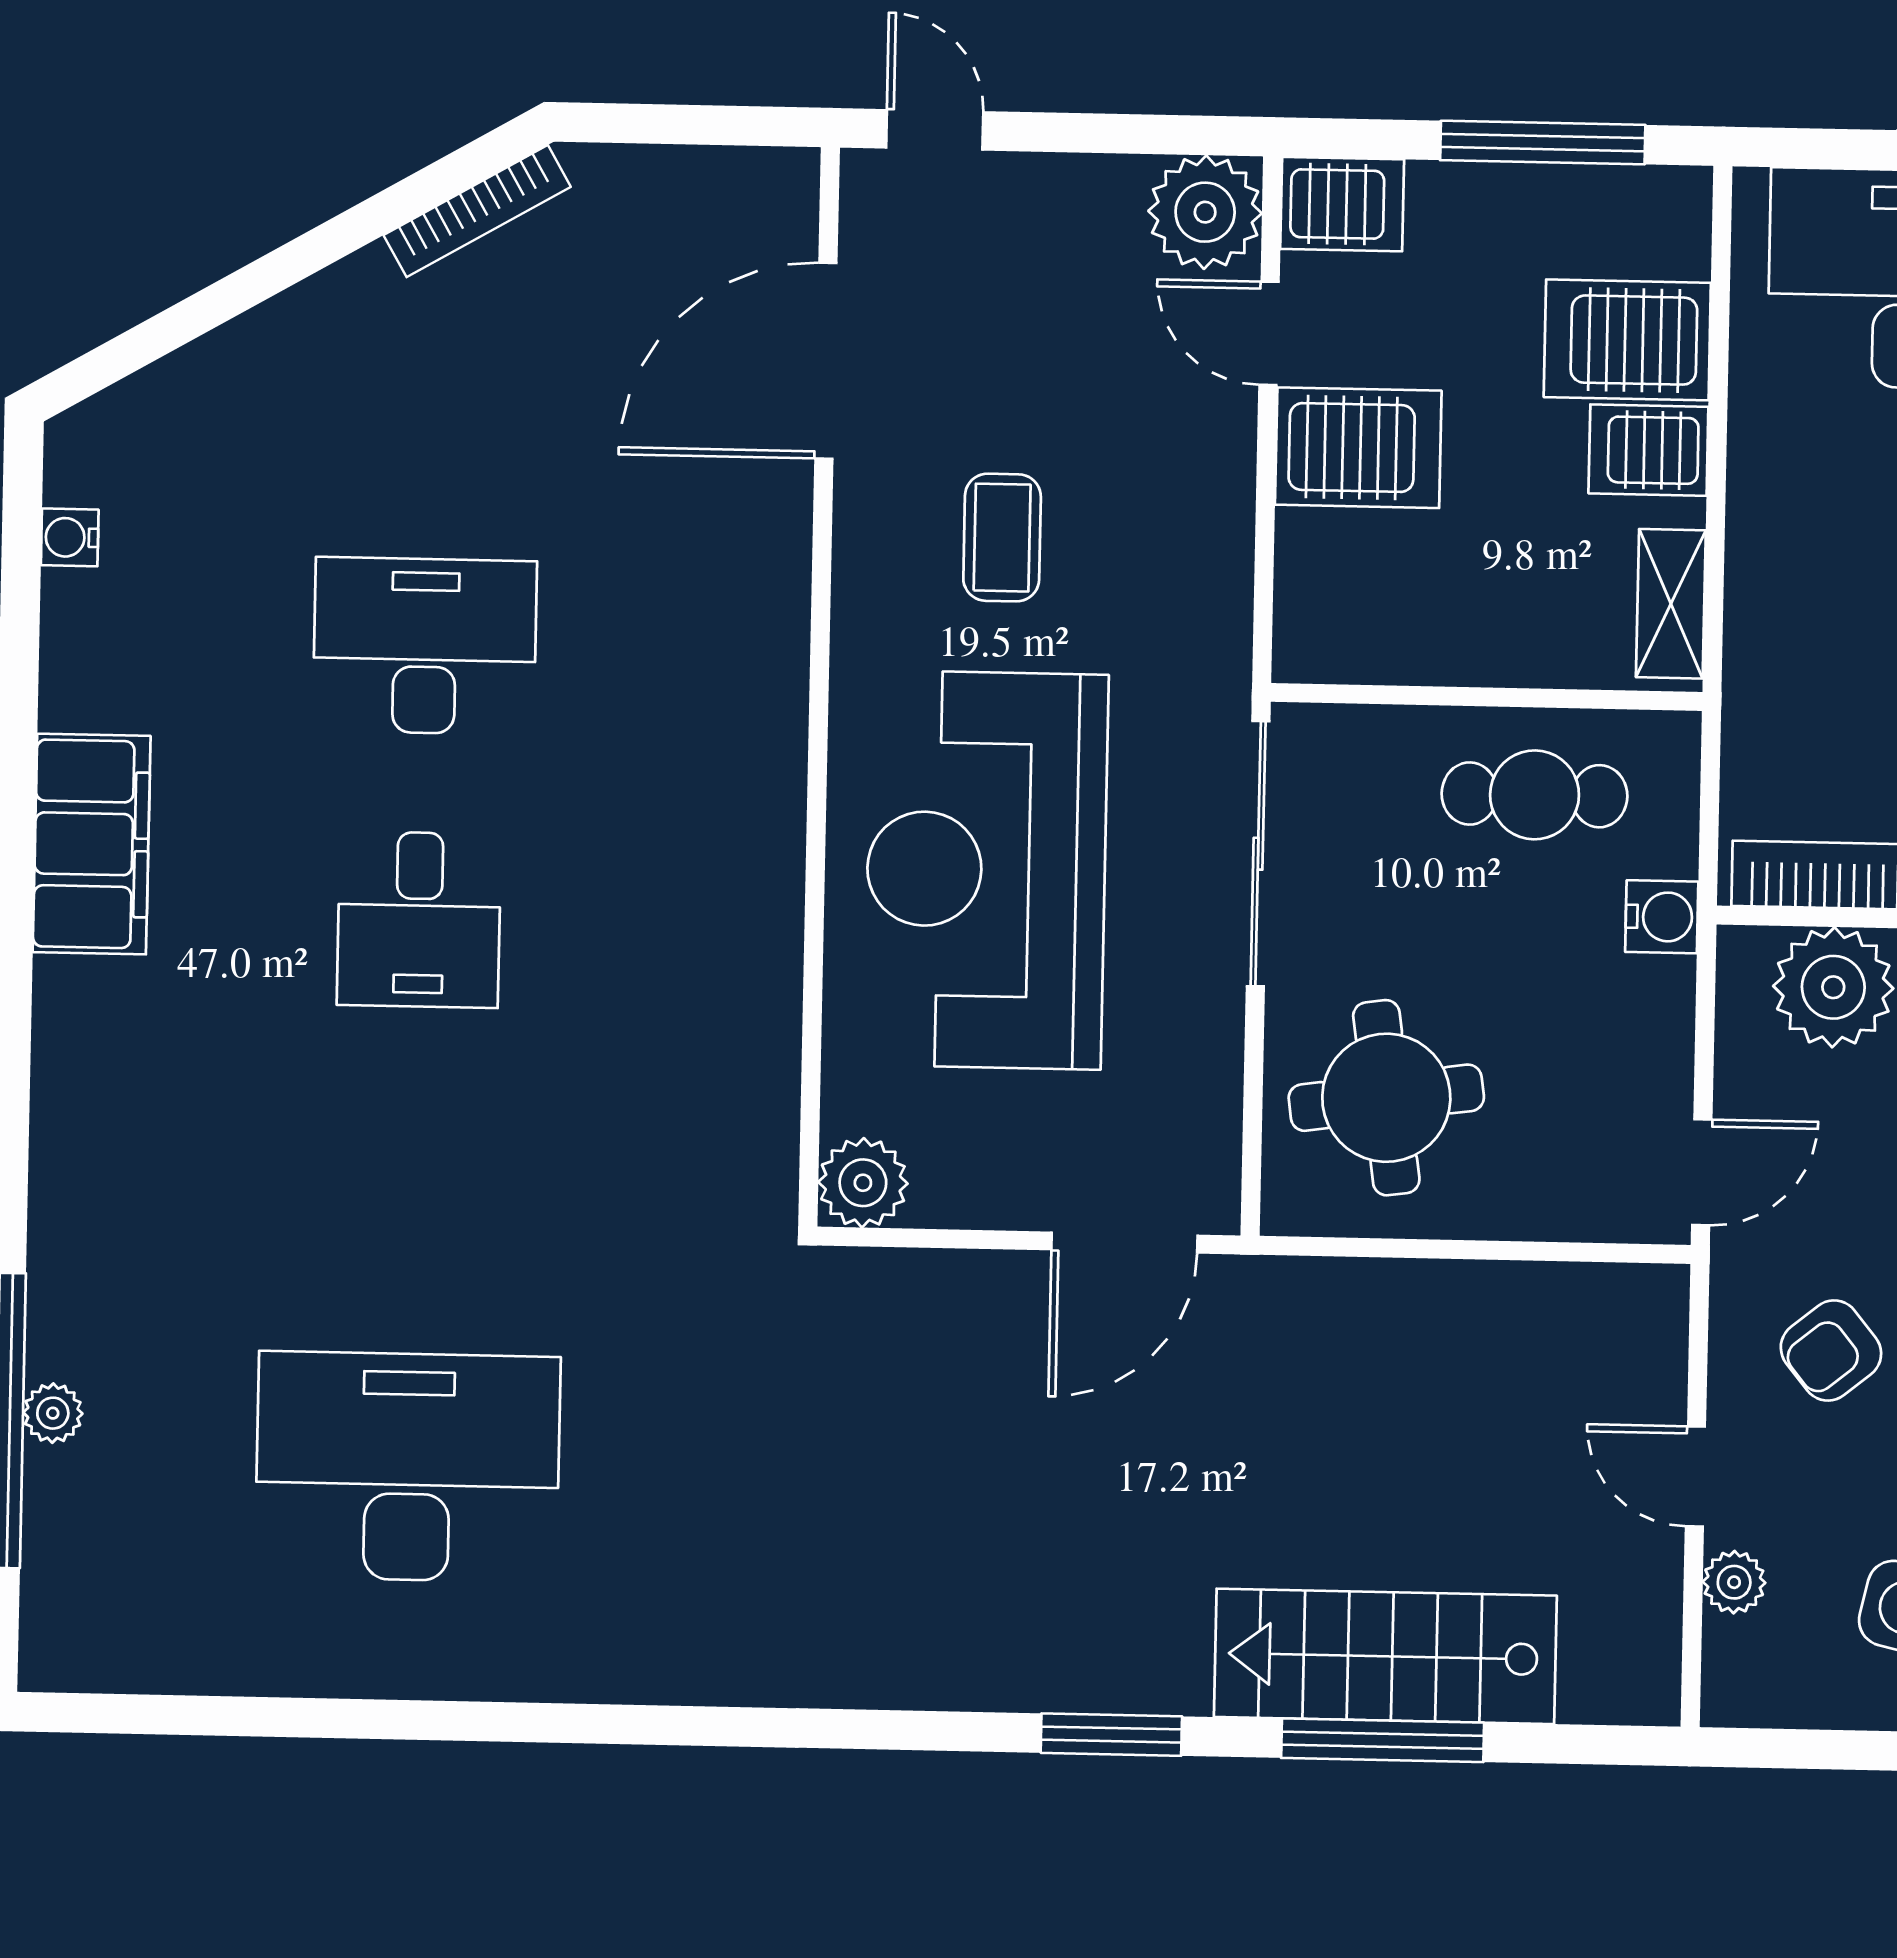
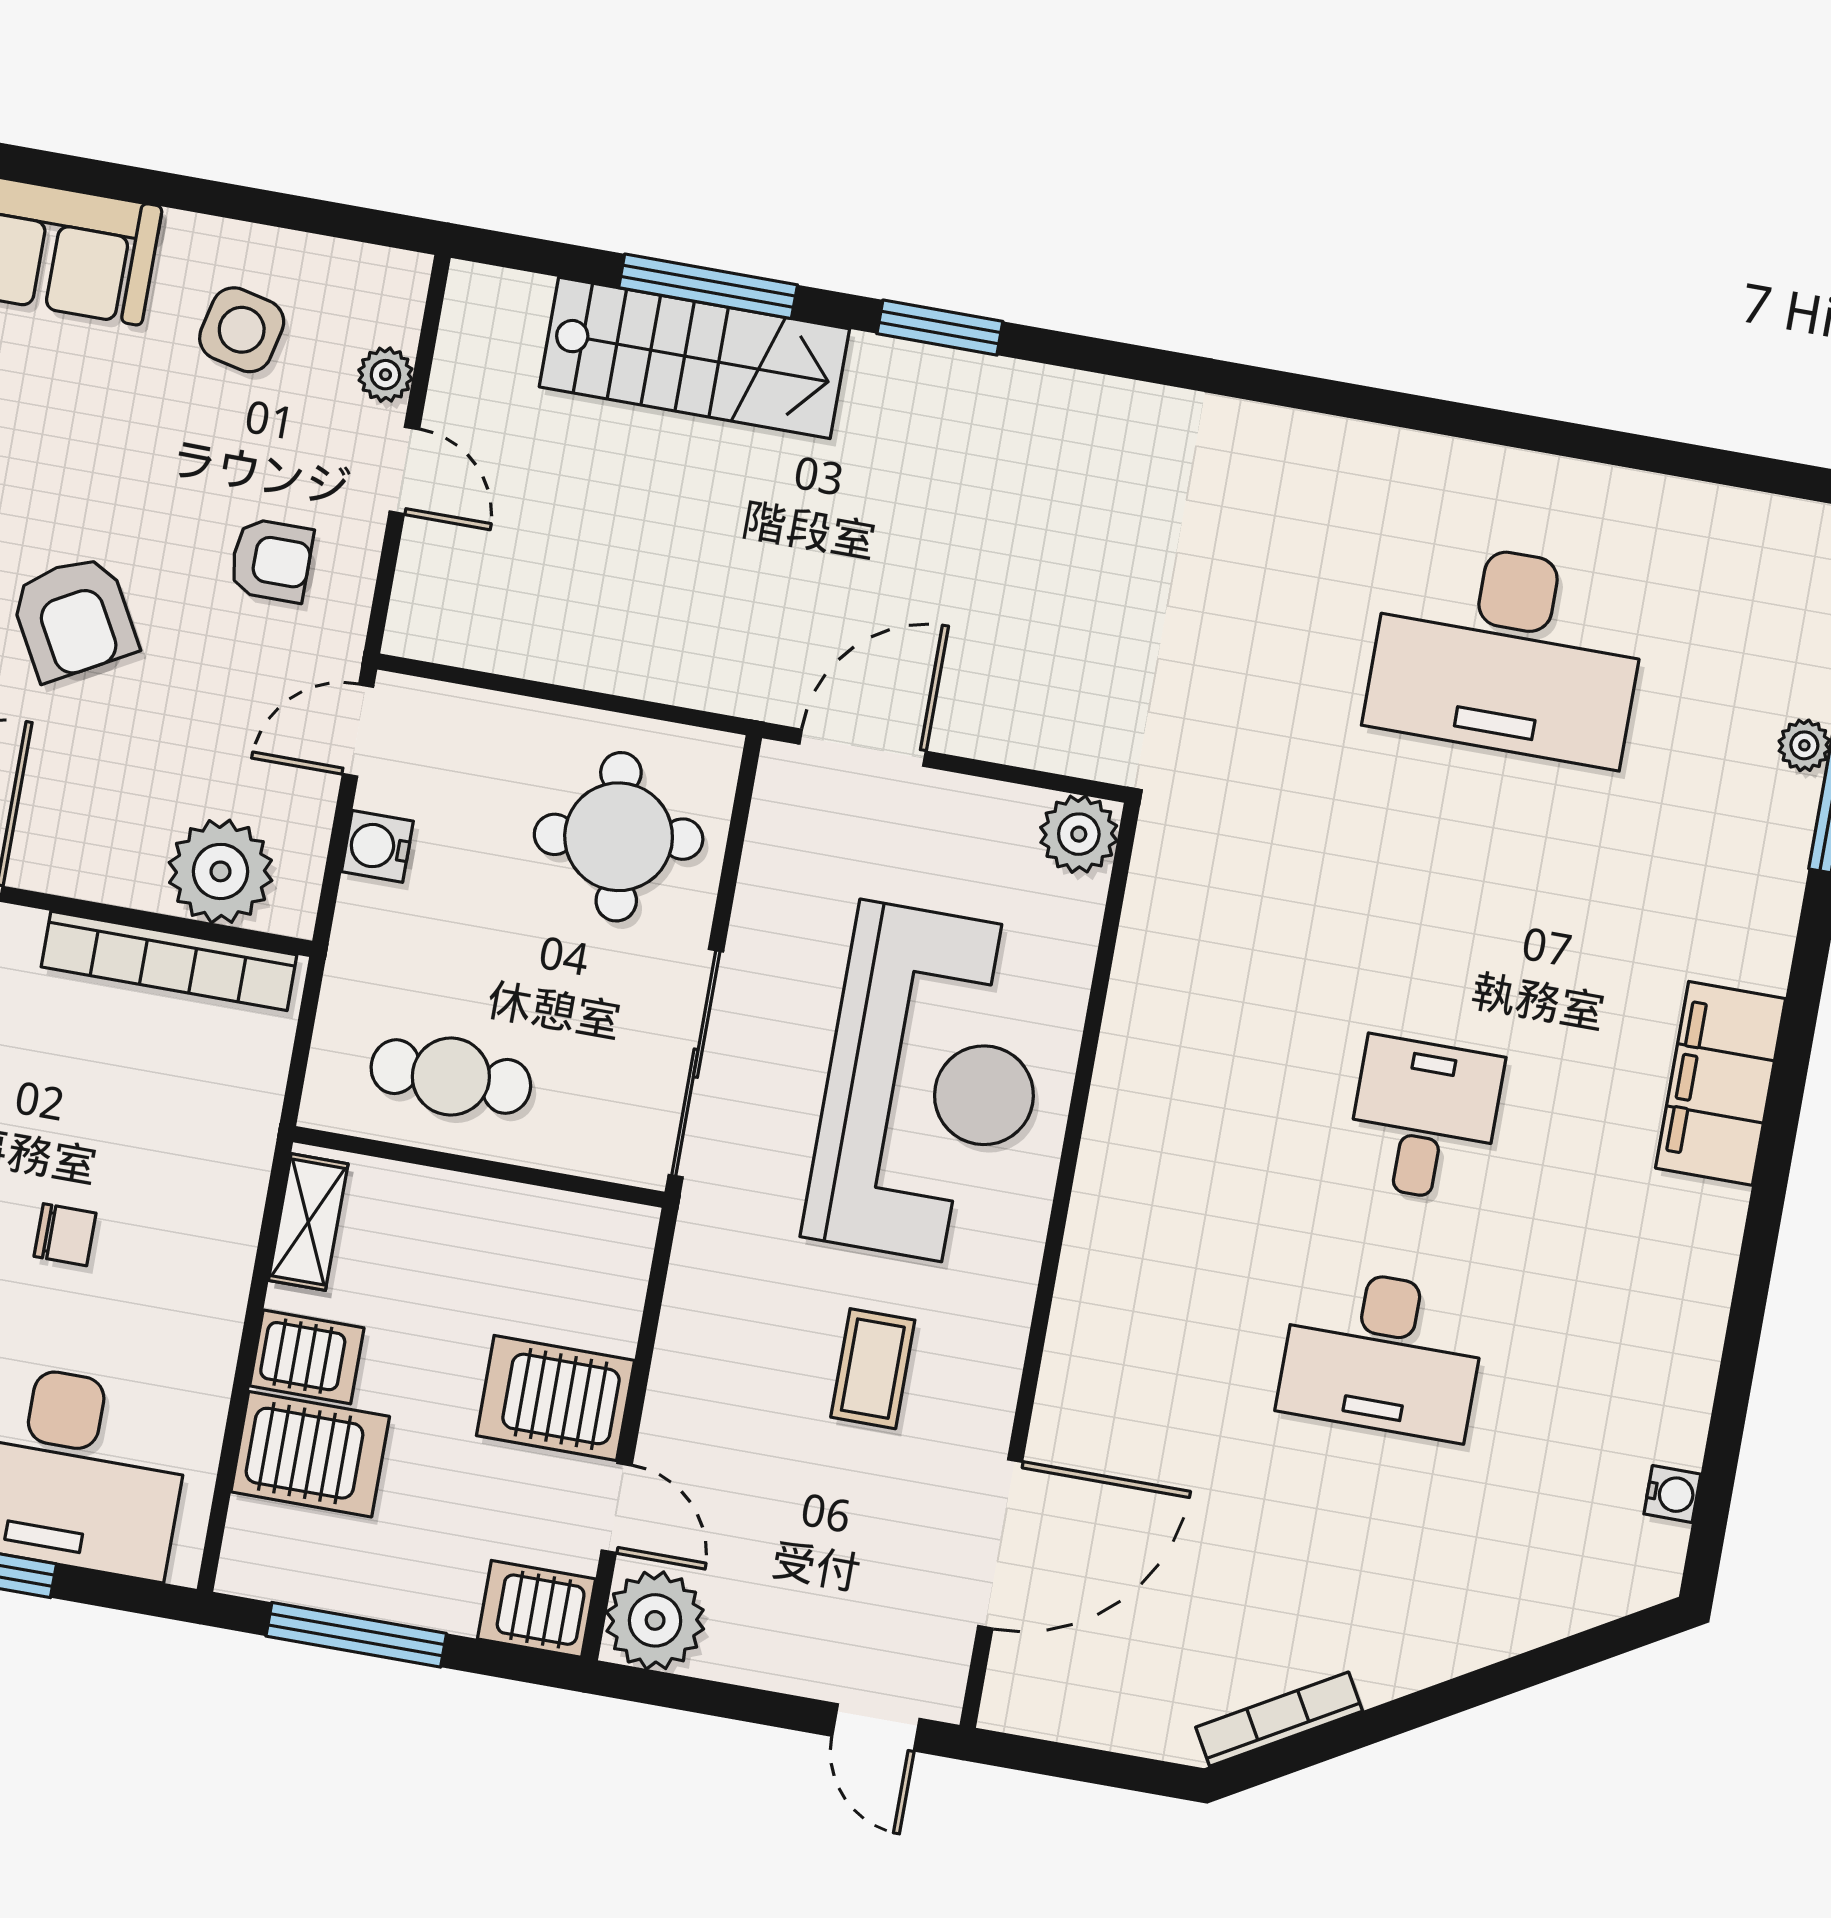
filing cabinet: (92, 844) -> (1720, 1083), moved
water cooler: (1662, 917) -> (377, 846), moved
armchair: (1831, 1350) -> (271, 560), turned 39

